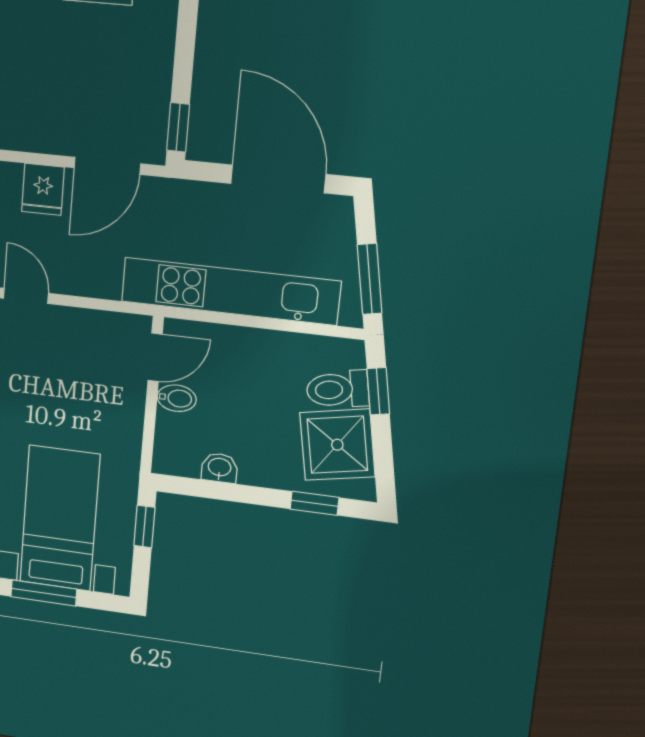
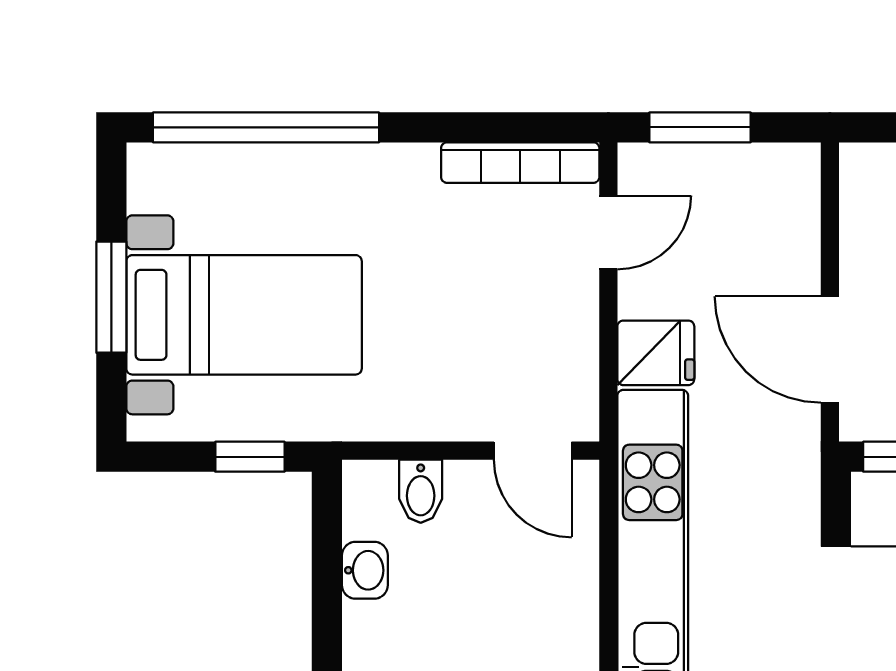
fridge: (43, 189) -> (656, 353), moved, turned 180
bidet: (177, 398) -> (421, 491), moved

